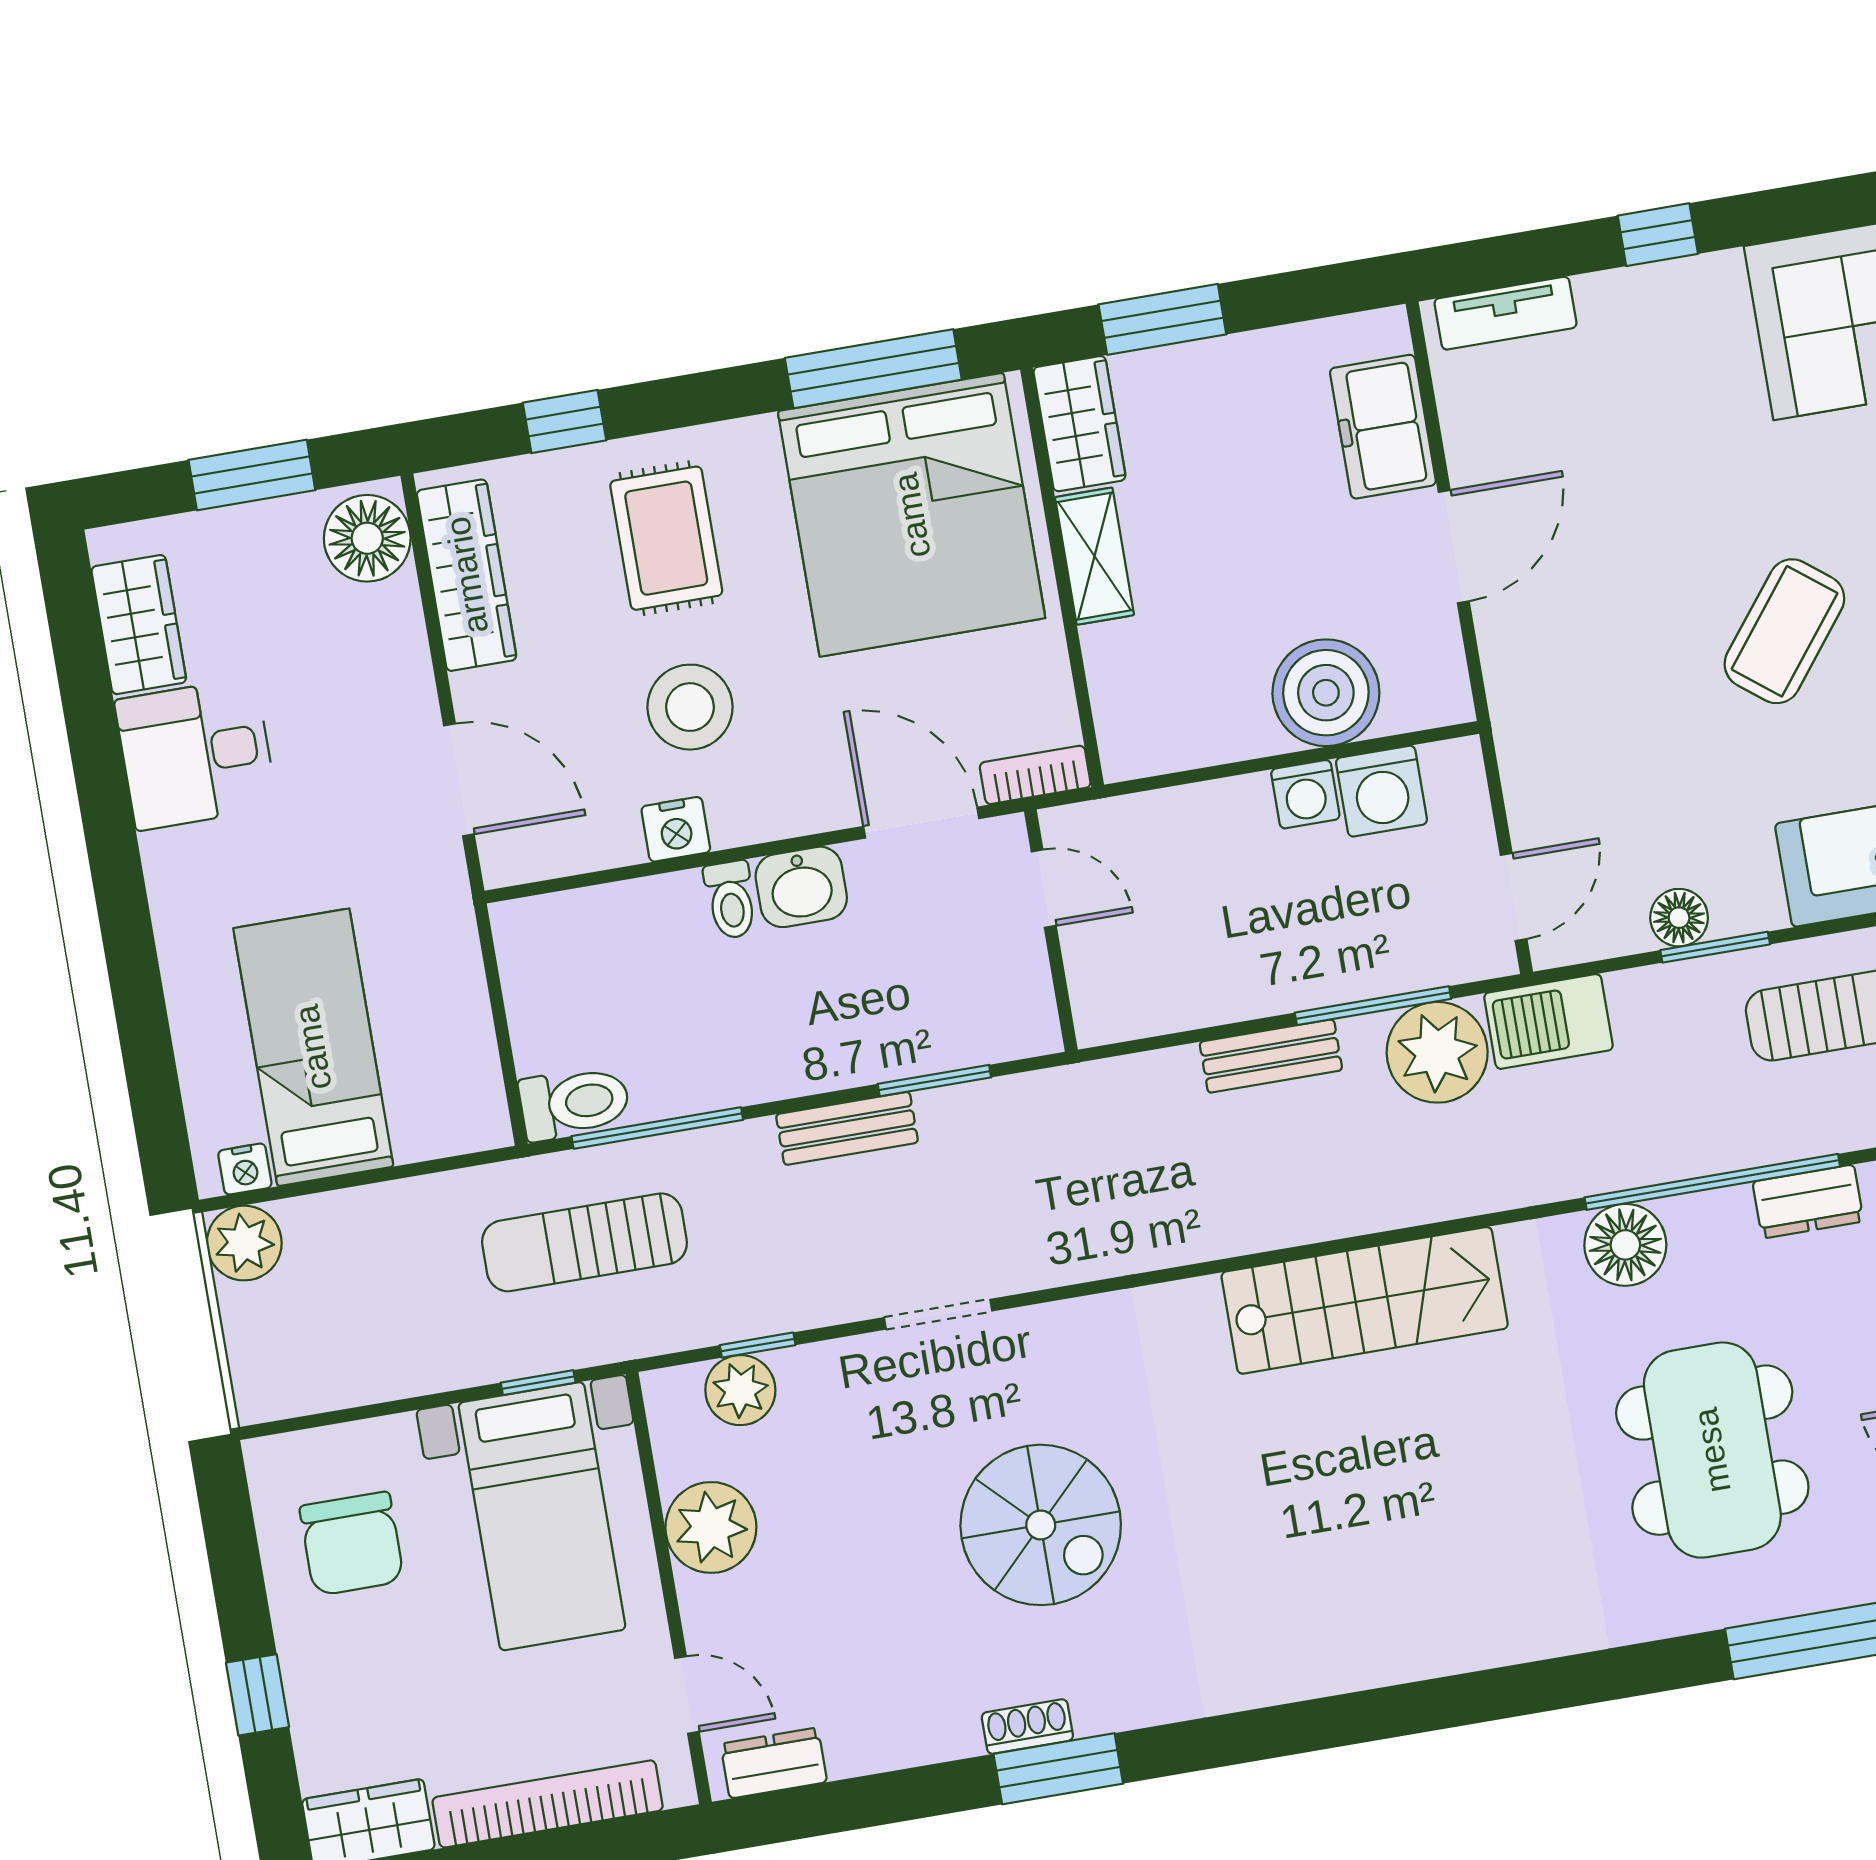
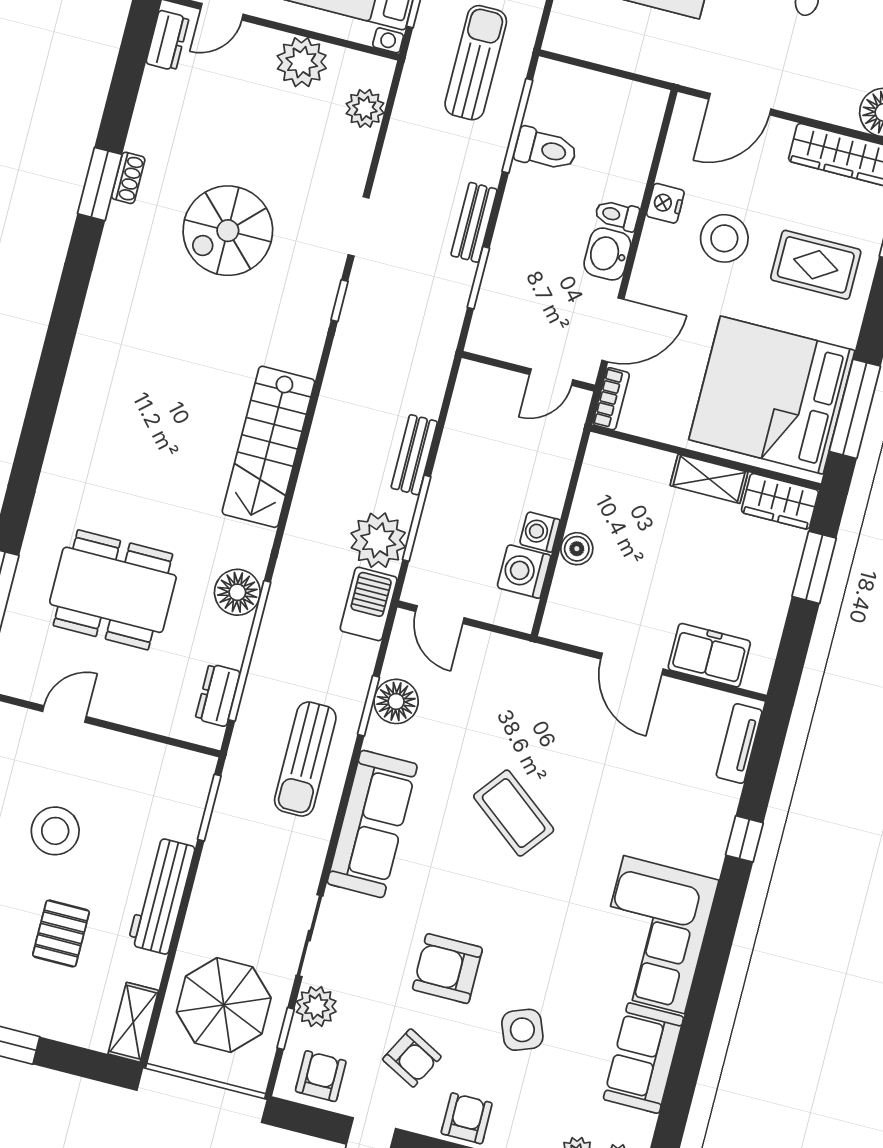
boiler: (1326, 693) -> (577, 549), width x0.54, depth x0.54
floor lamp: (1679, 918) -> (396, 701), width x1.38, depth x1.38
toilet: (575, 1103) -> (546, 149), moved, turned -90
window: (758, 1345) -> (339, 301), moved

